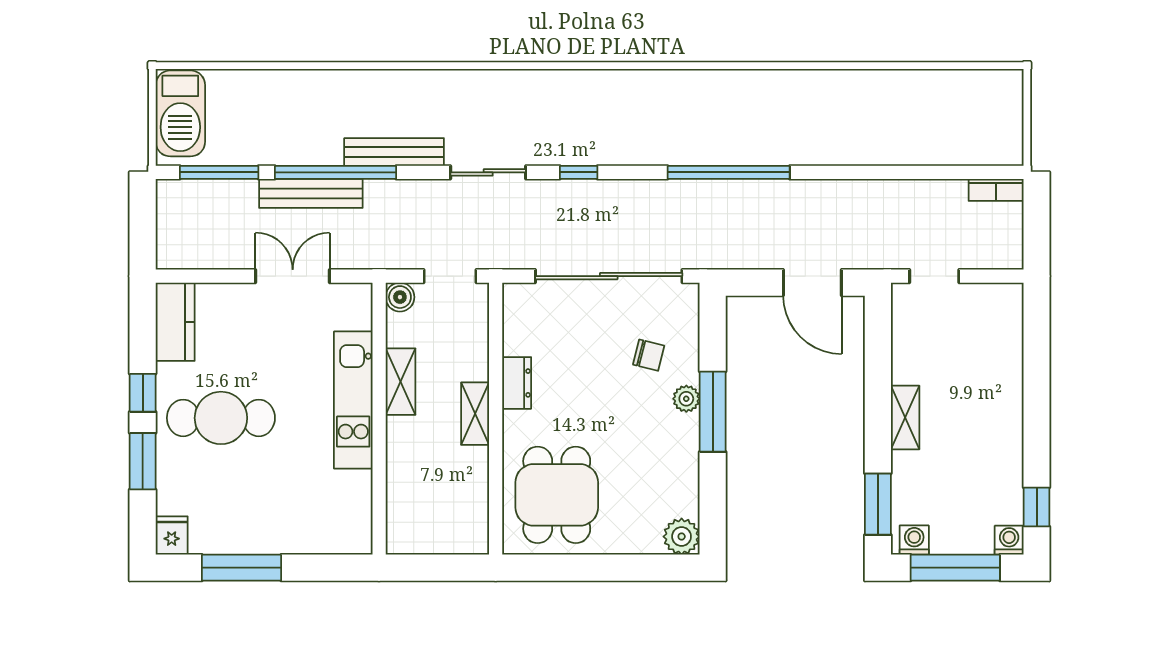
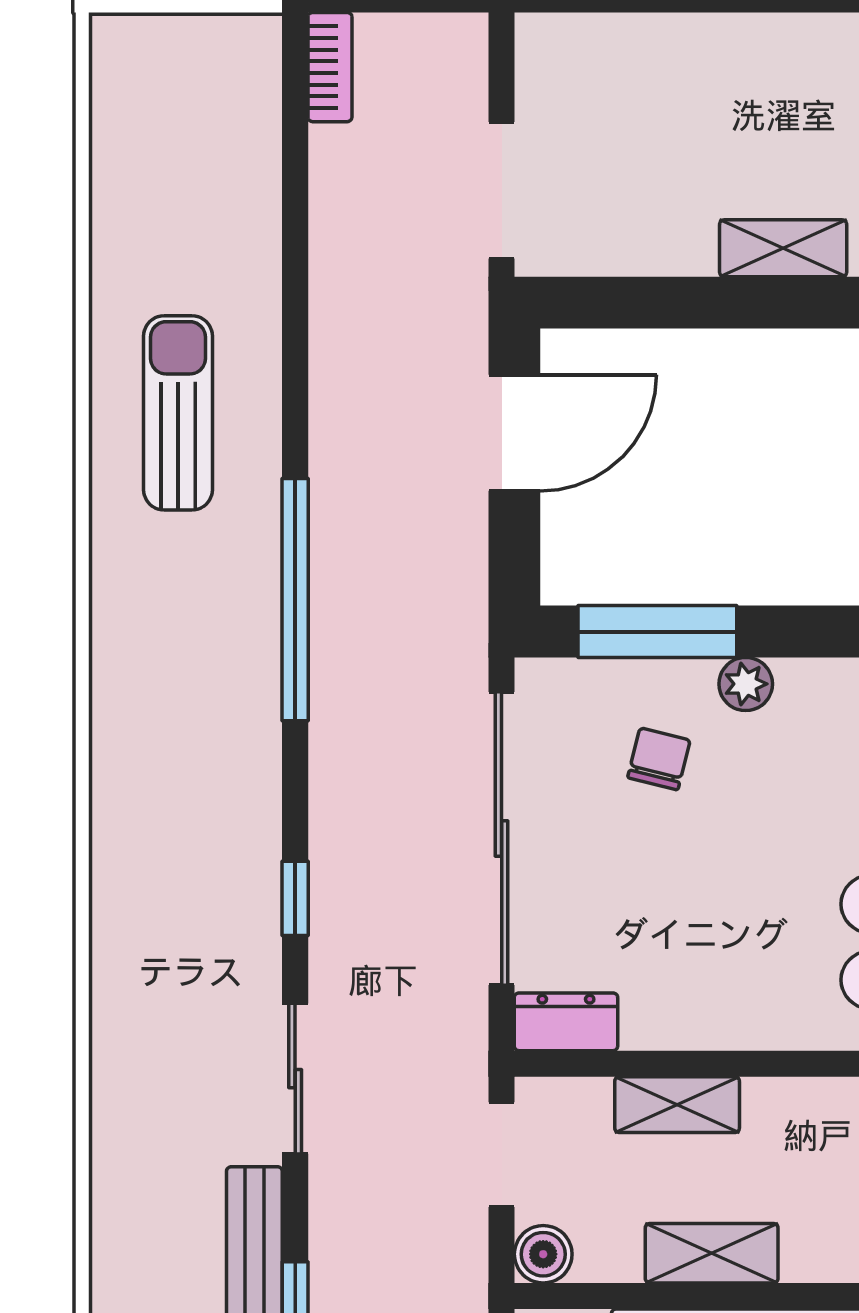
sun lounger: (822, 114) -> (178, 413), added
doorway: (934, 276) -> (502, 190), width x1.38
dresser: (517, 383) -> (566, 1022), moved
window: (713, 412) -> (657, 632), moved
shelving: (475, 414) -> (677, 1105), moved

